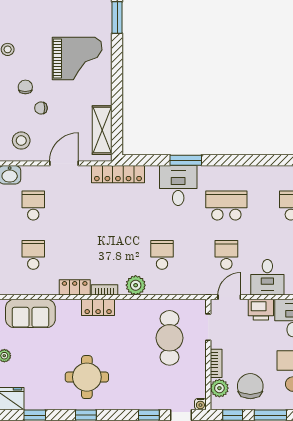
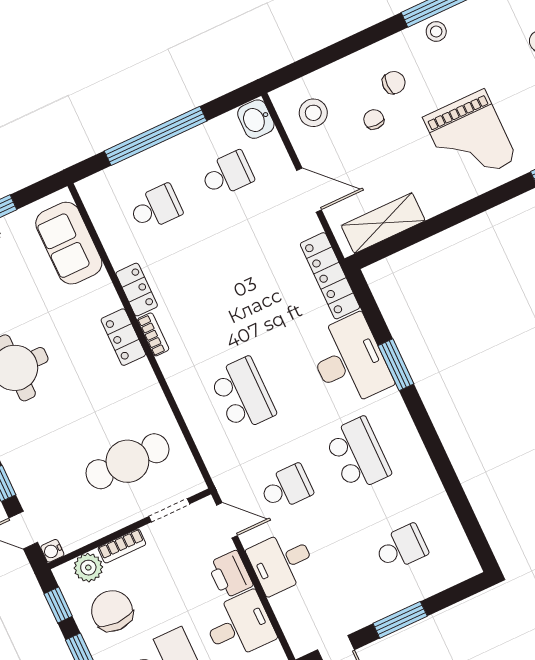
desk: (178, 186) -> (350, 361), width x1.37
school desk: (162, 255) -> (243, 394), width x1.85
plant: (136, 285) -> (181, 377), removed
chair: (250, 386) -> (112, 611), turned -90

